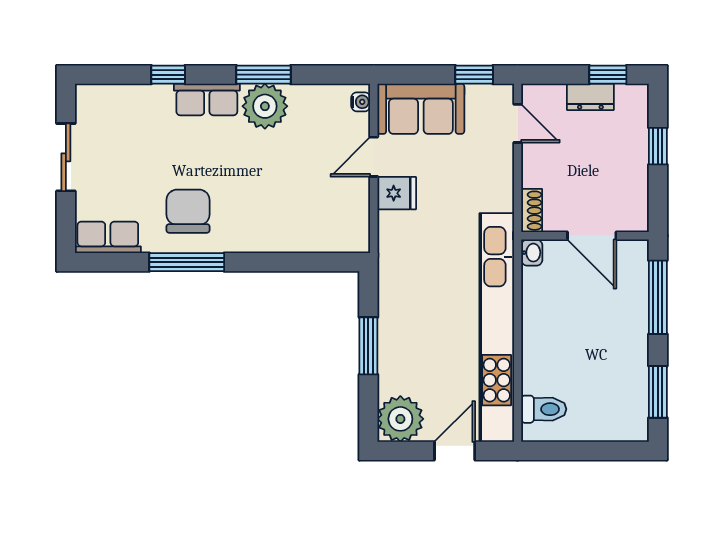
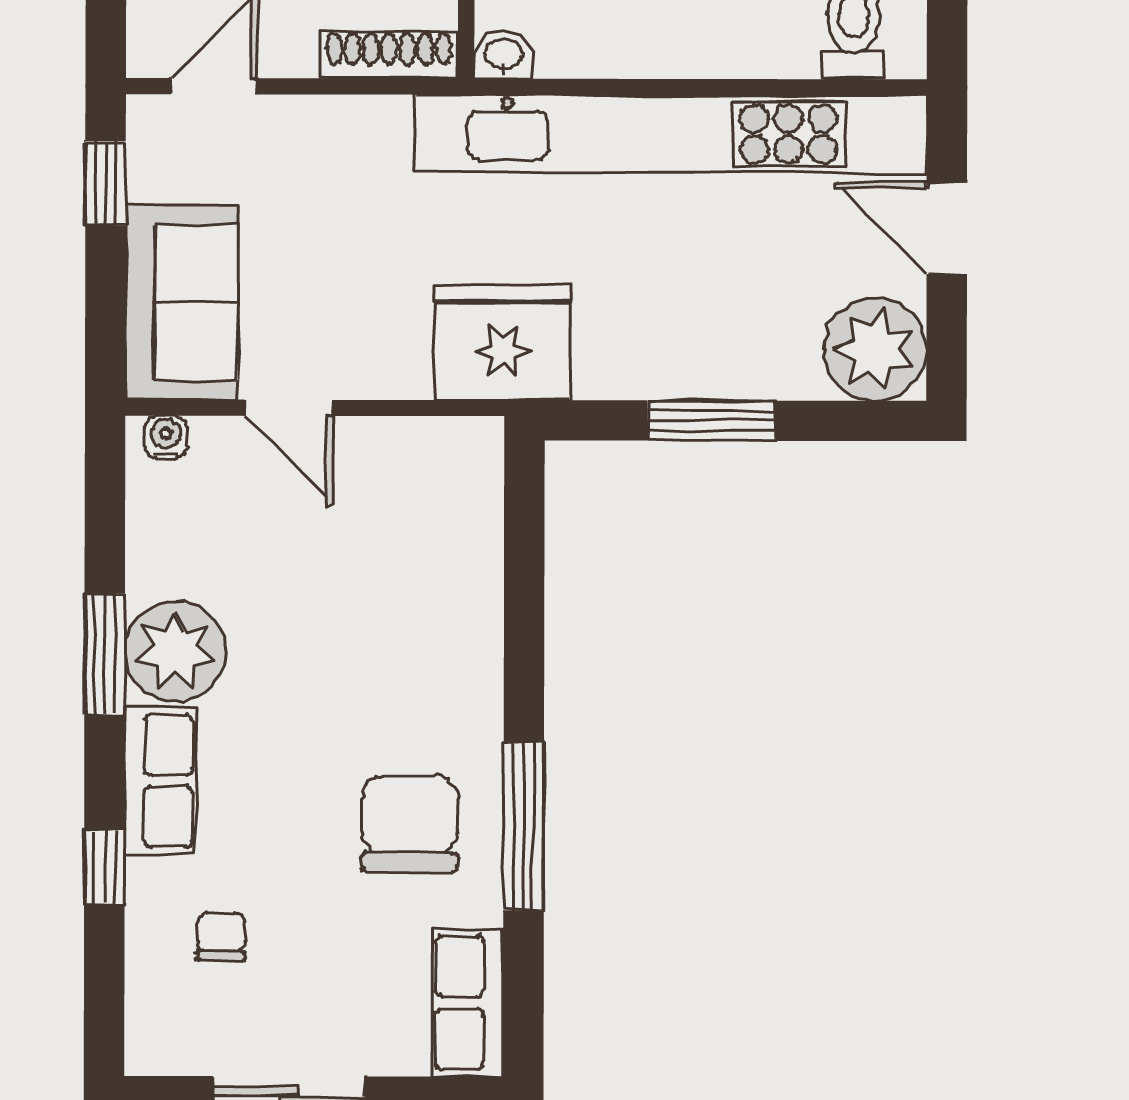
chair: (137, 127) -> (221, 937), added
fridge: (397, 193) -> (503, 342), moved, width x1.88, depth x1.34
chair: (188, 211) -> (410, 823), turned 90
shoe rack: (532, 211) -> (389, 55), width x1.43

